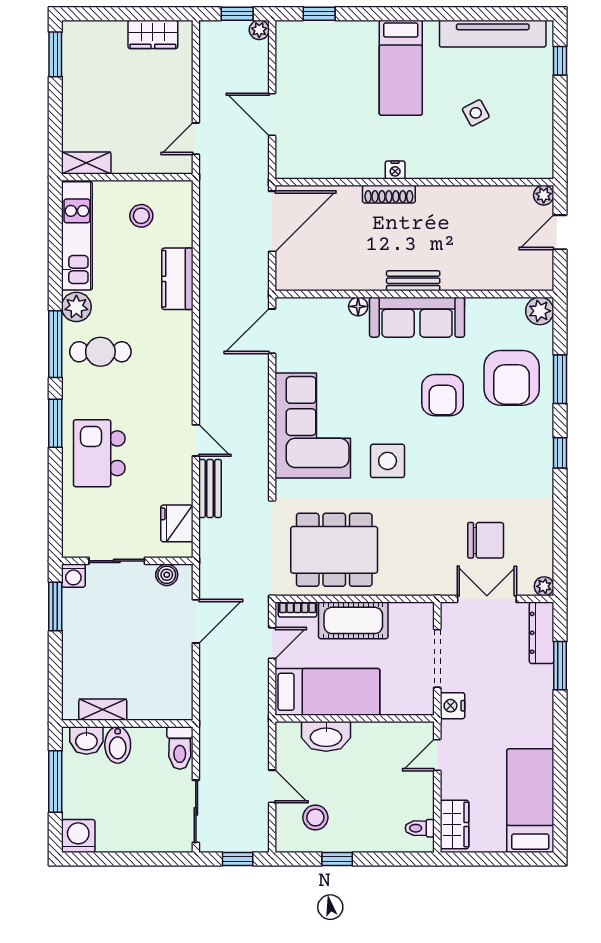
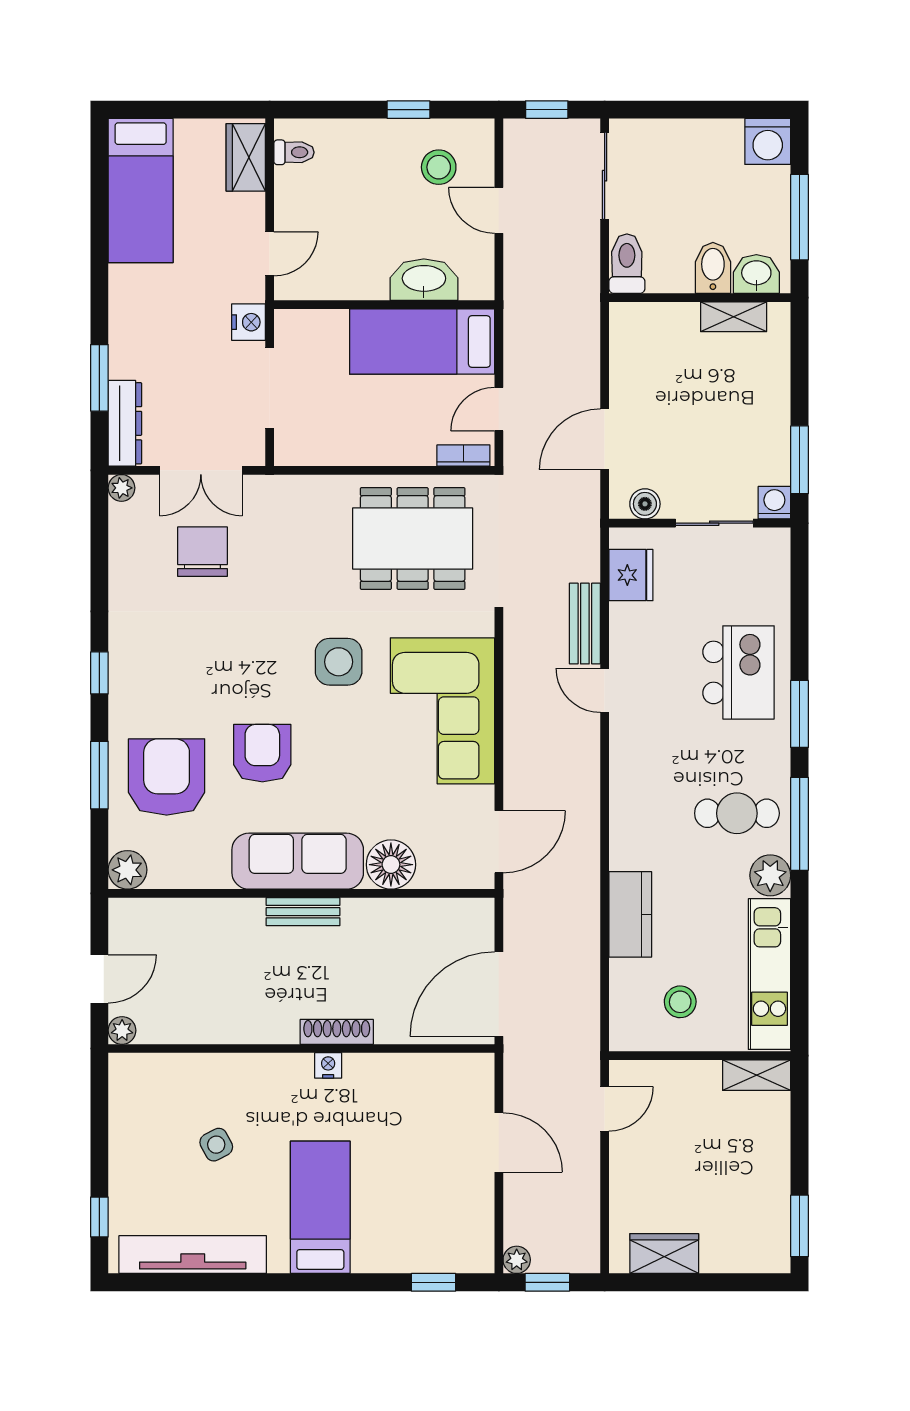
floor lamp: (358, 306) -> (391, 865), width x1.89, depth x1.89
chair: (486, 540) -> (203, 552), turned 90
cot: (353, 620) -> (386, 441), removed

